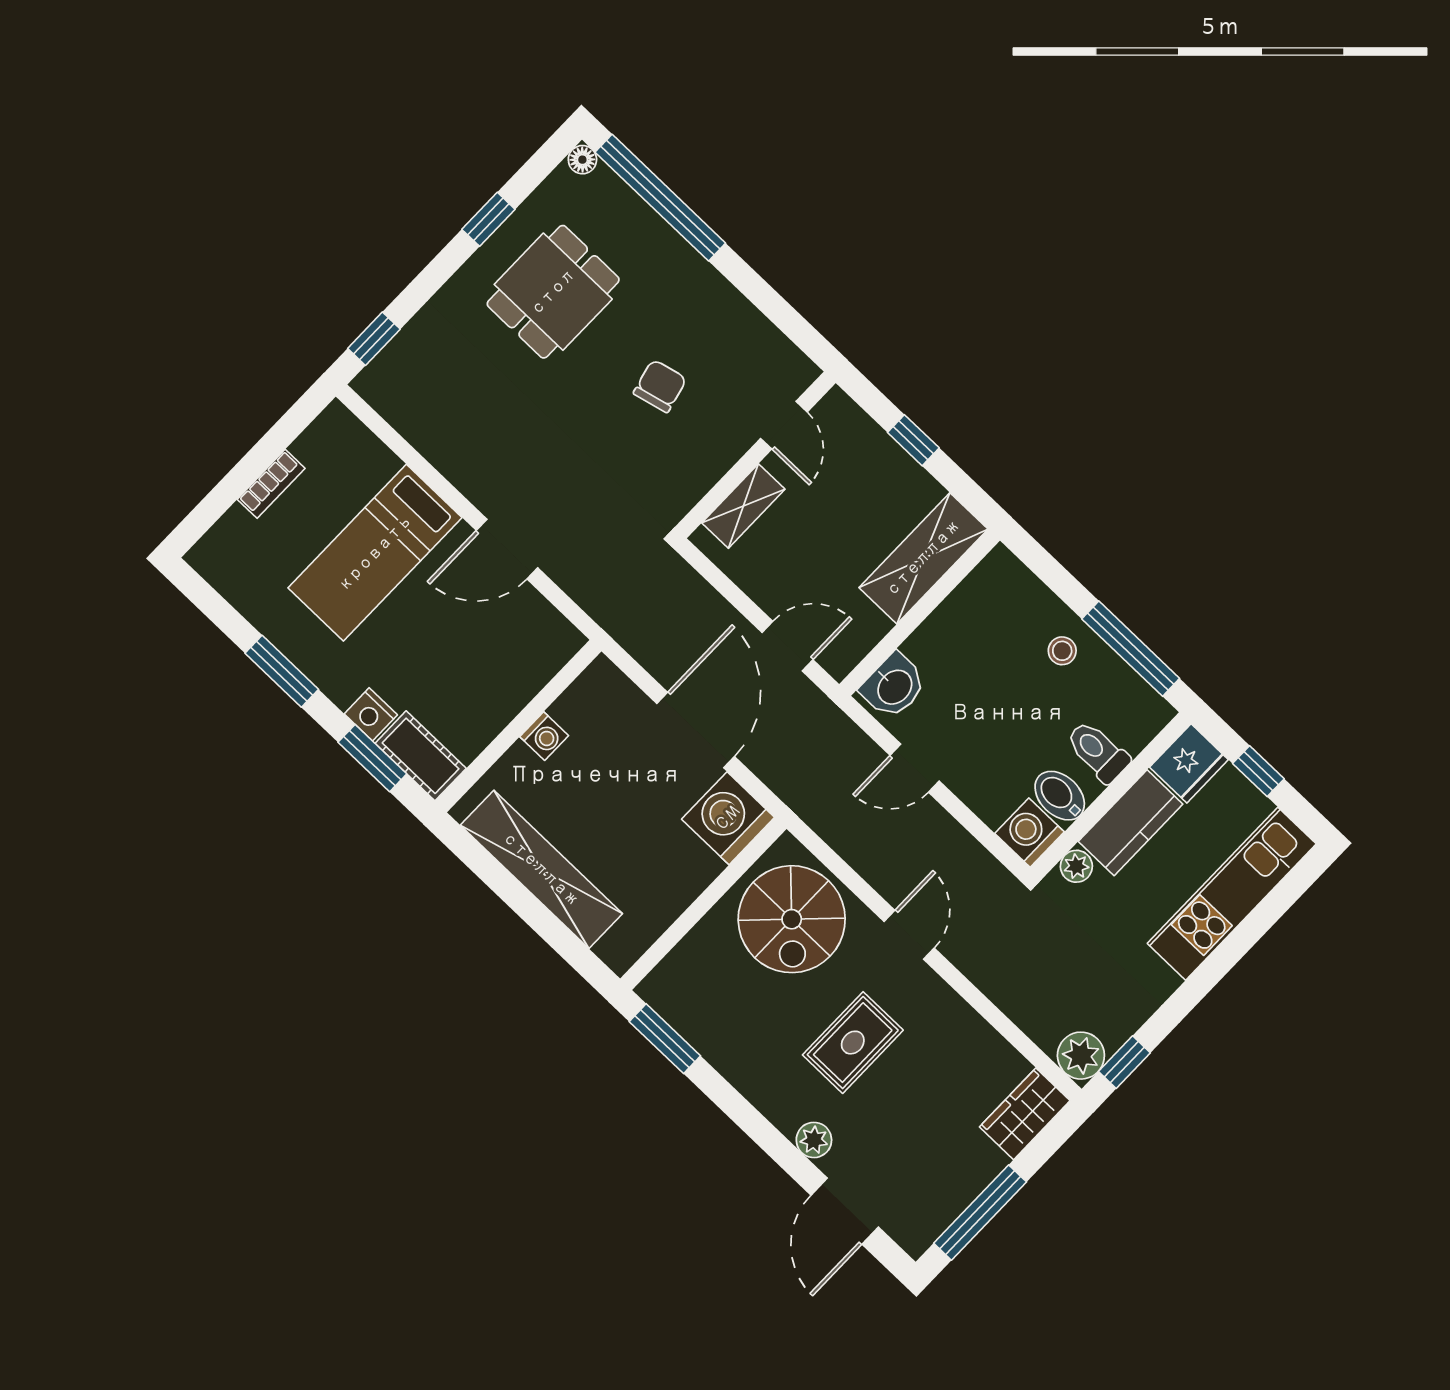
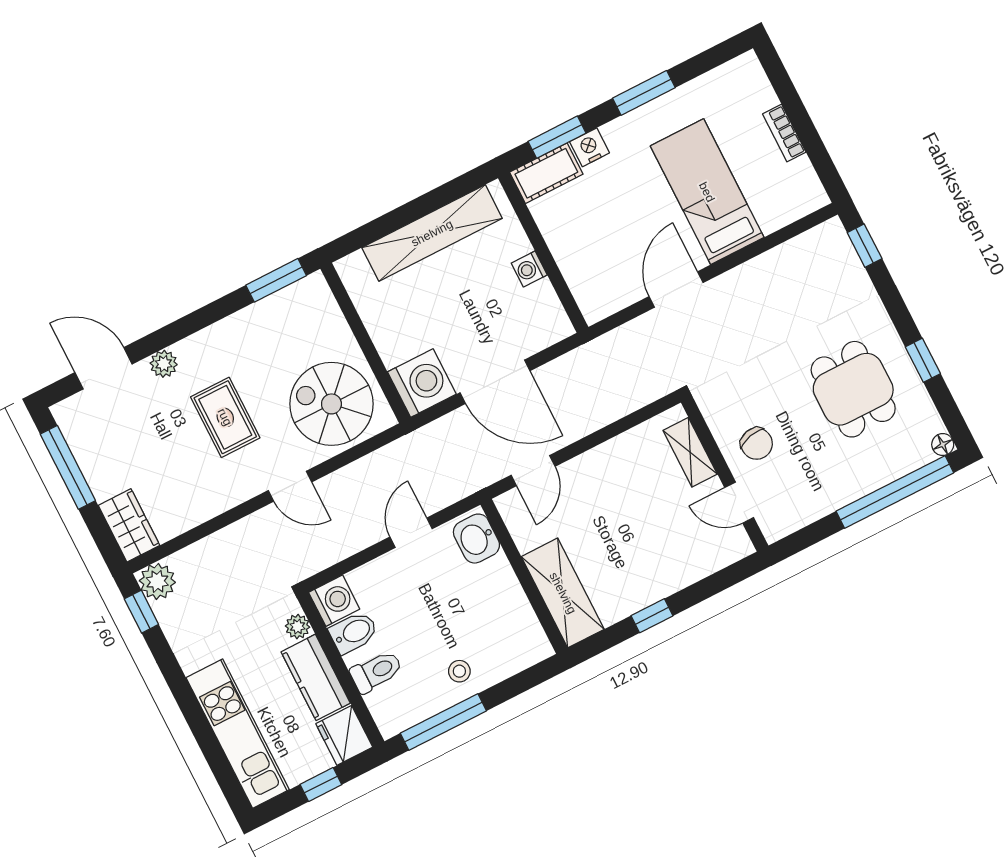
door: (784, 425) -> (739, 503), moved
wall: (755, 455) -> (725, 474), moved
shelving: (743, 506) -> (690, 452), moved

